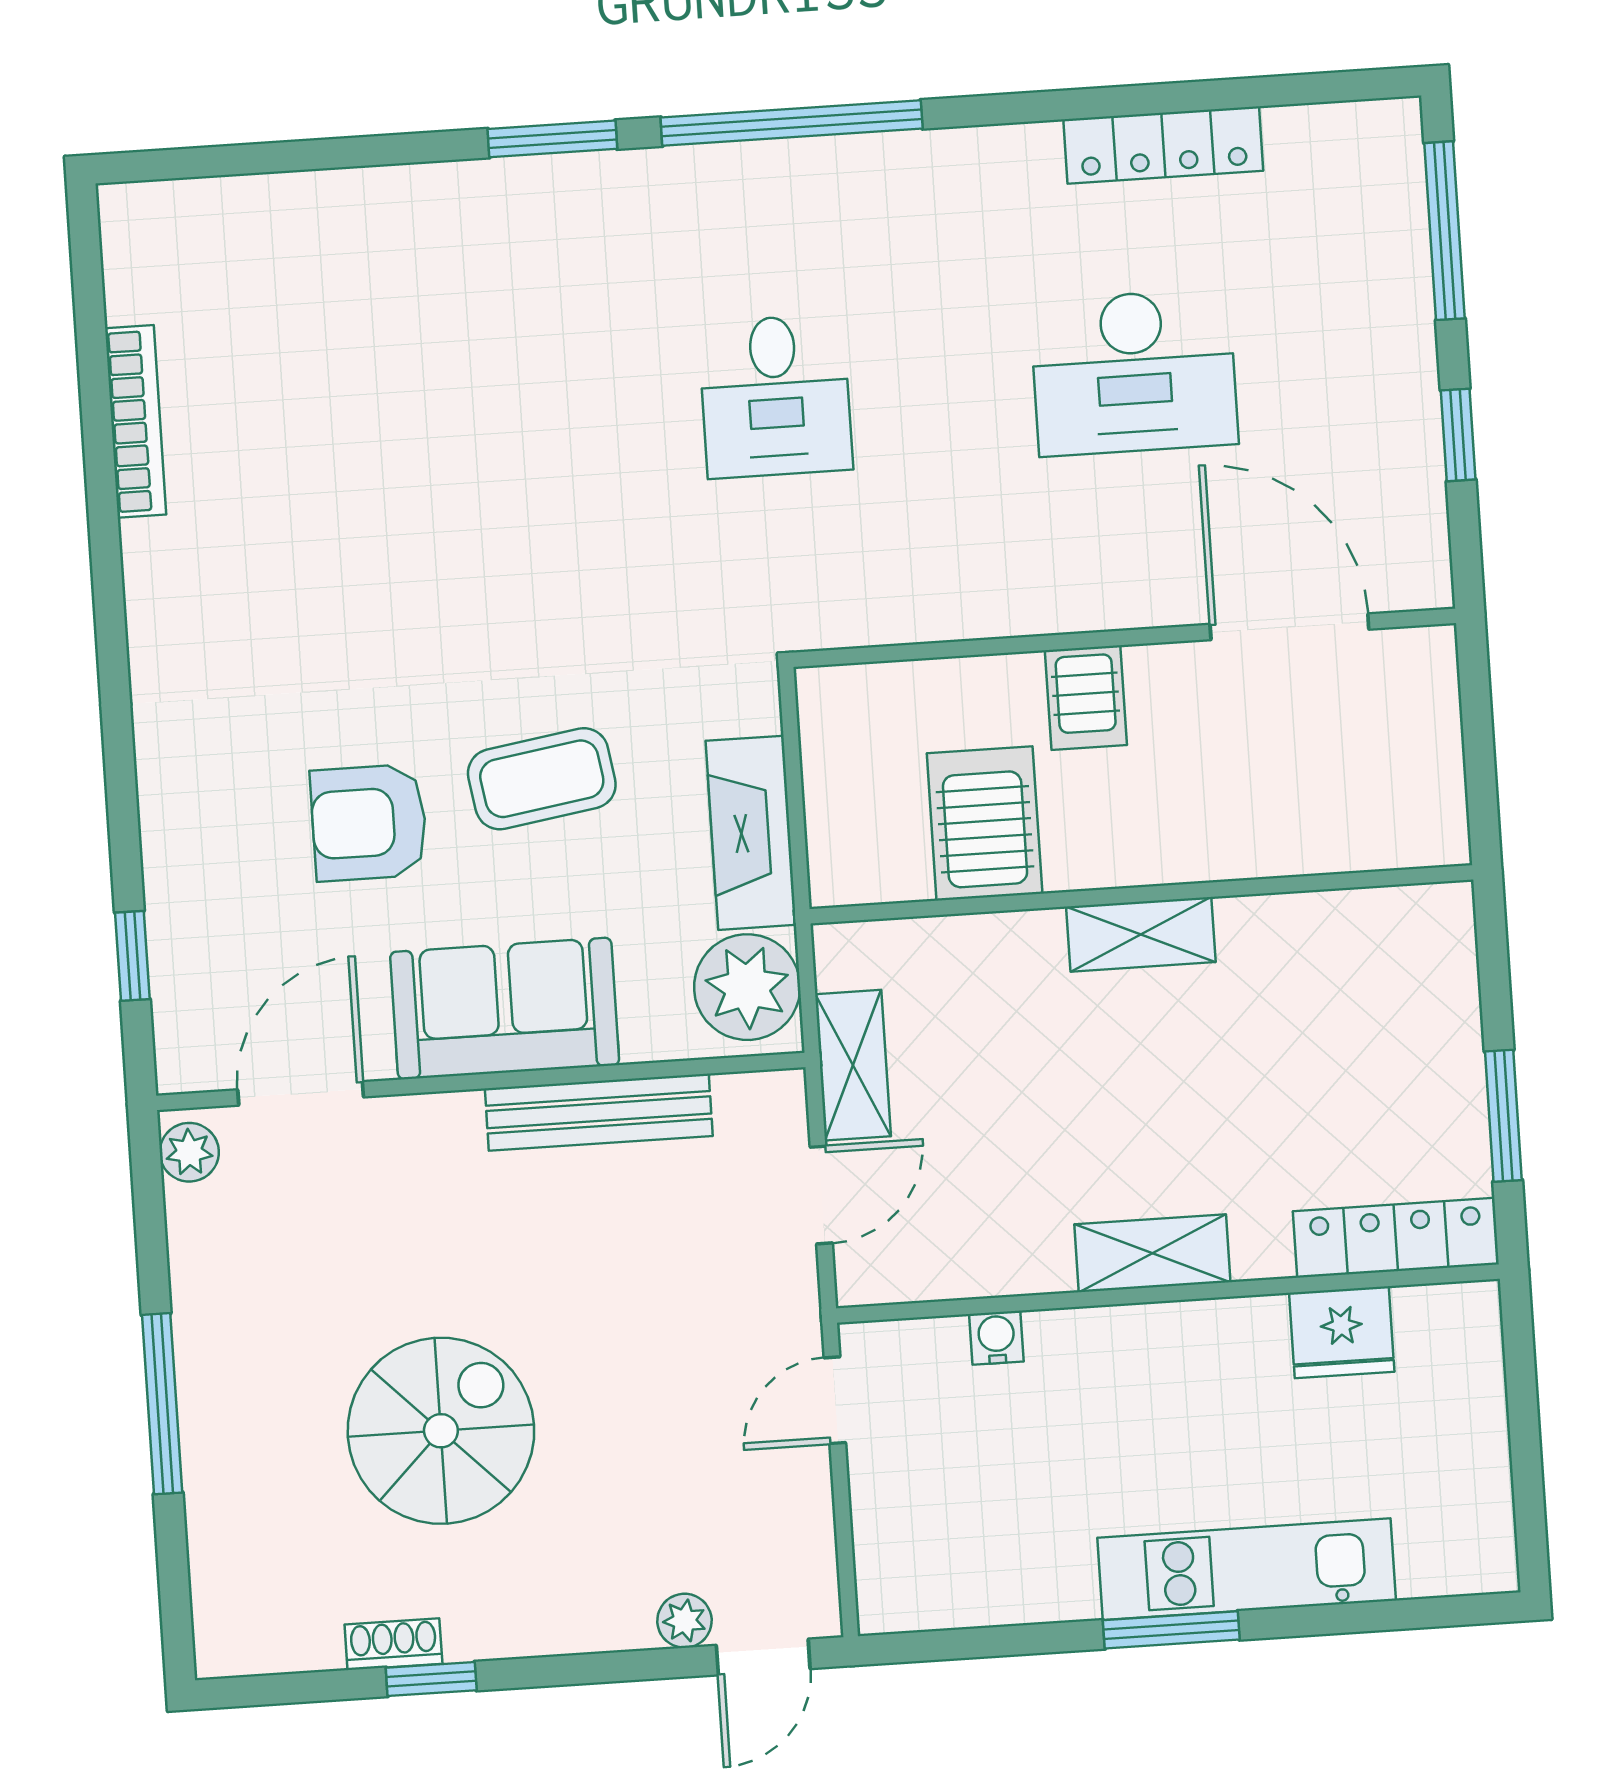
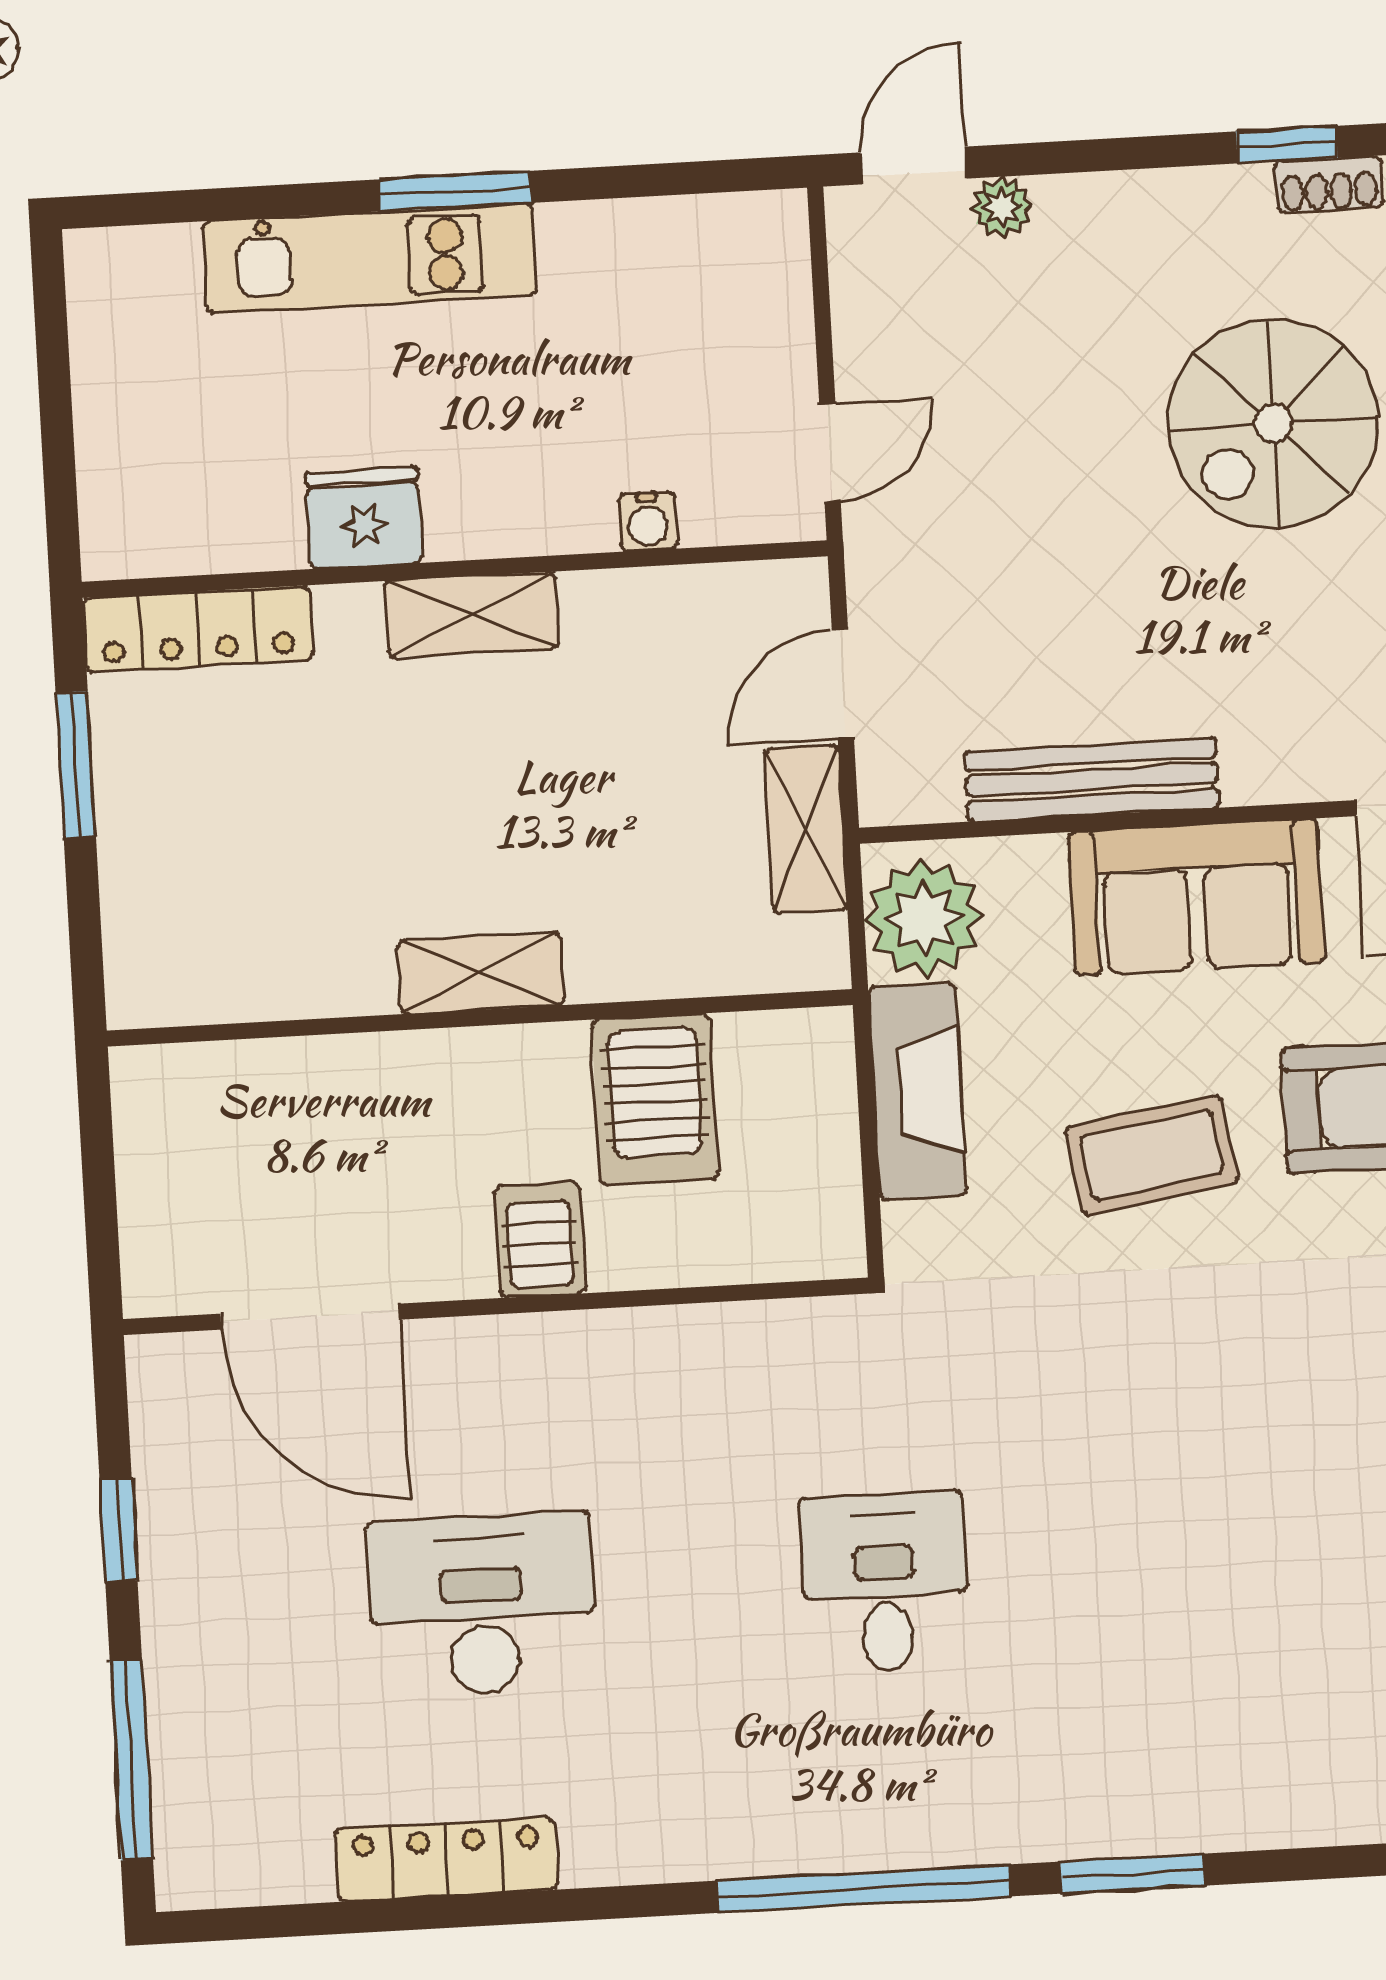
fridge: (1342, 1332) -> (364, 518), moved

